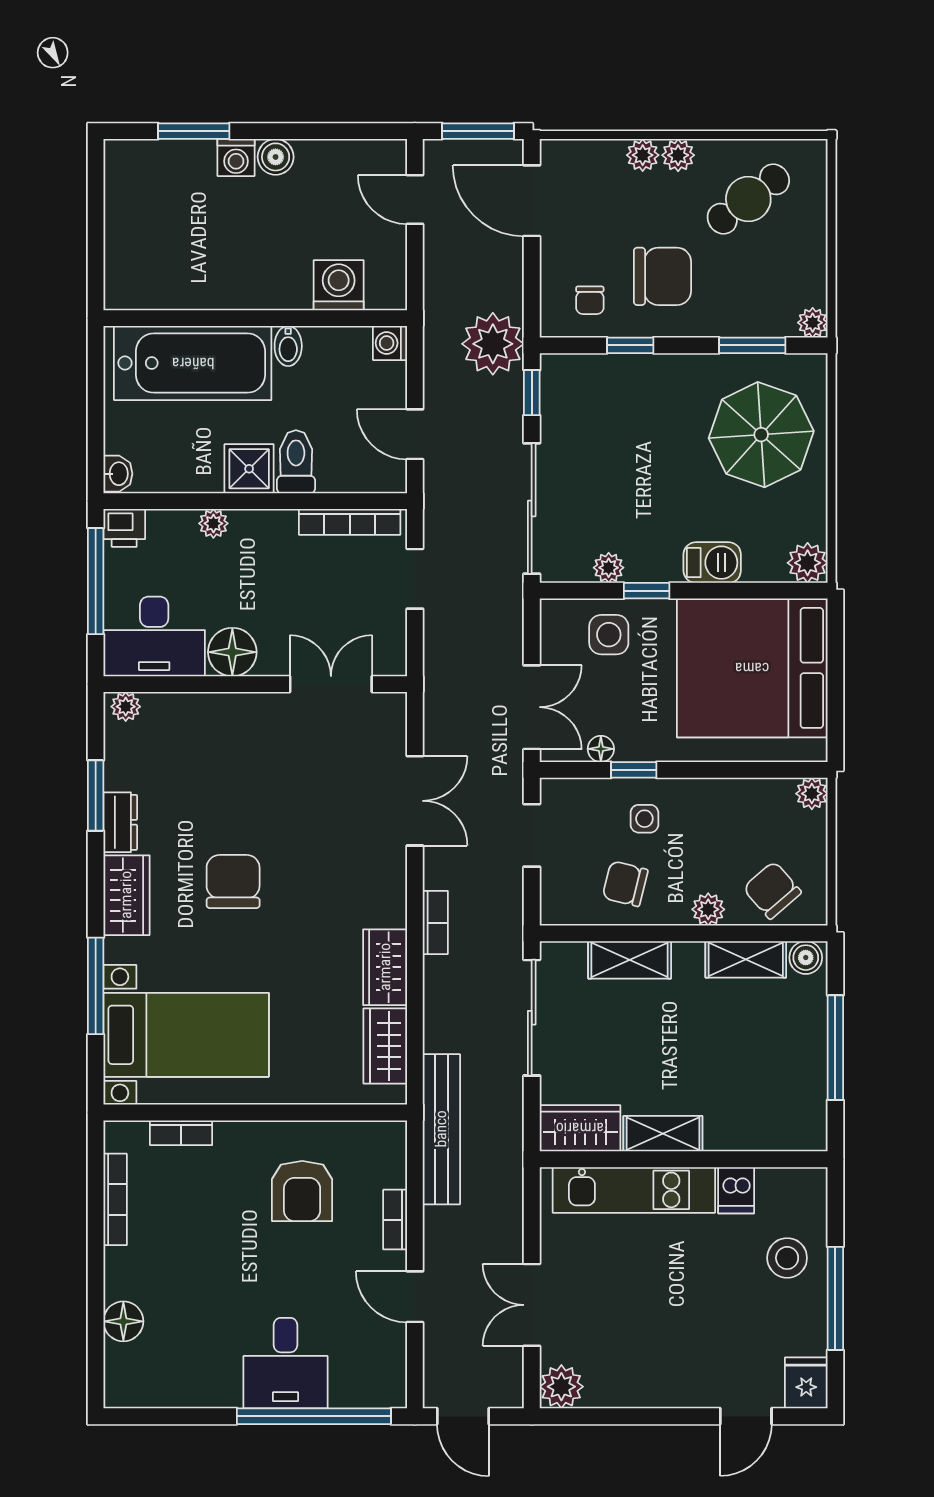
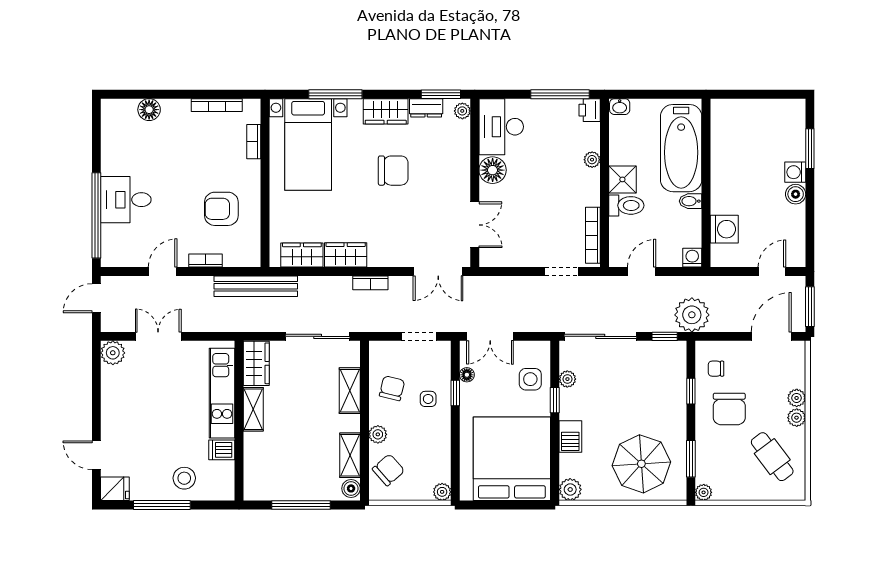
desk: (154, 636) -> (501, 127), moved
floor lamp: (232, 652) -> (493, 170), moved
wall: (255, 684) -> (475, 183), moved
double door: (331, 684) -> (475, 225), moved
plant: (126, 707) -> (462, 111), moved

